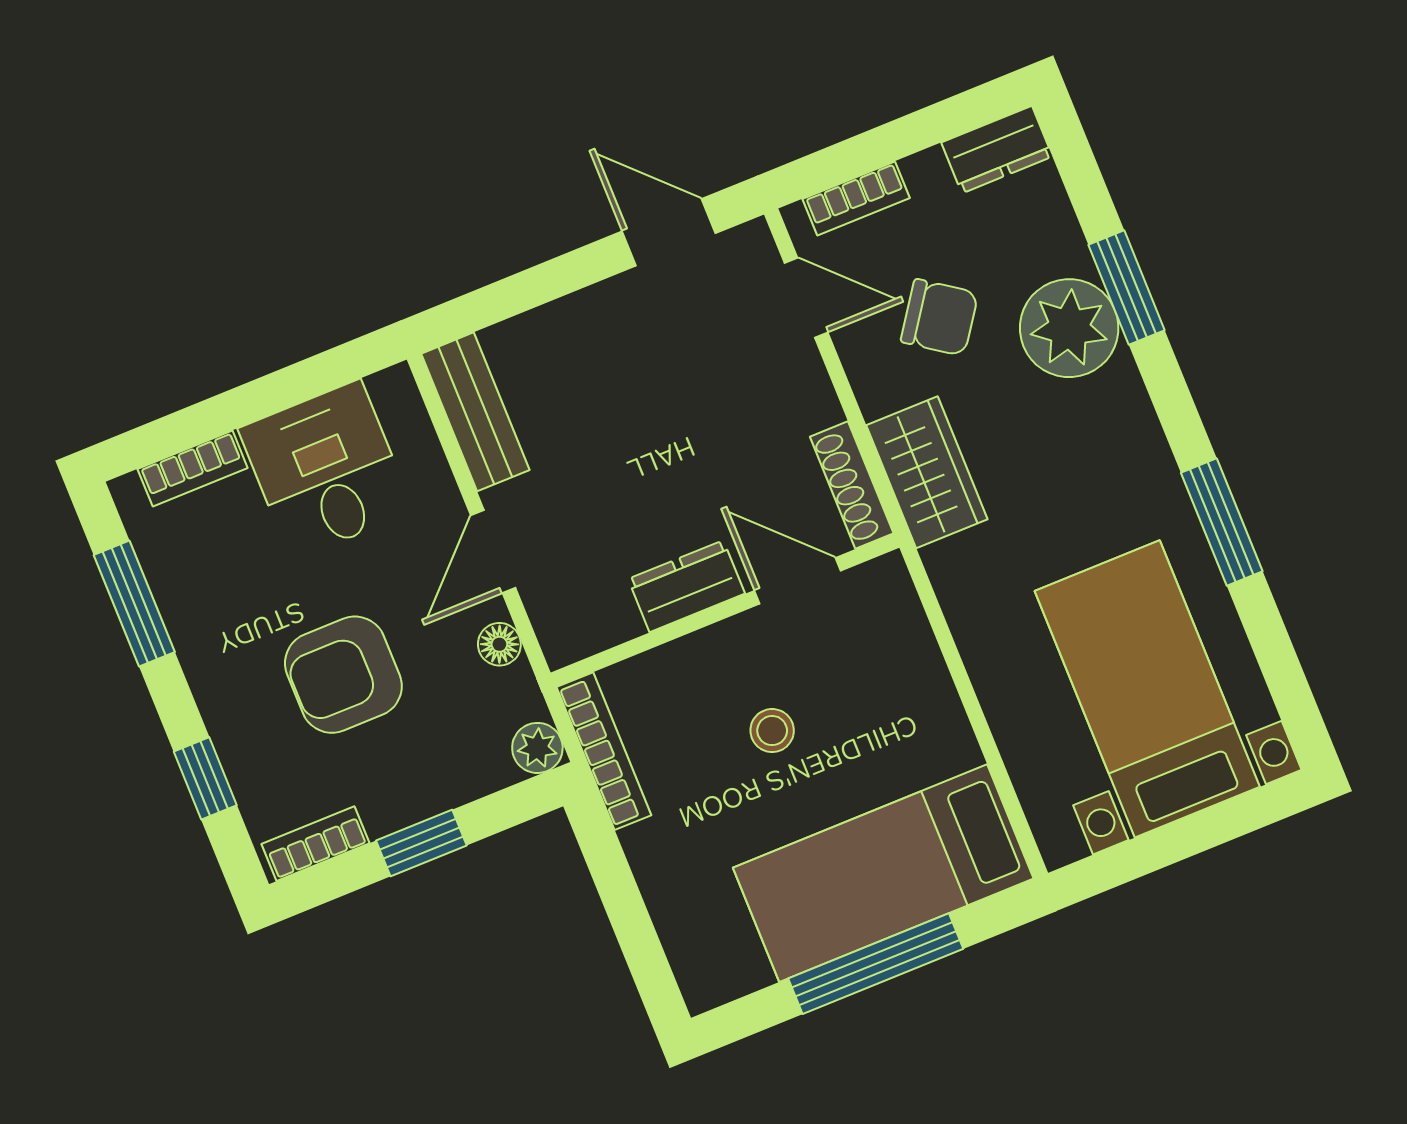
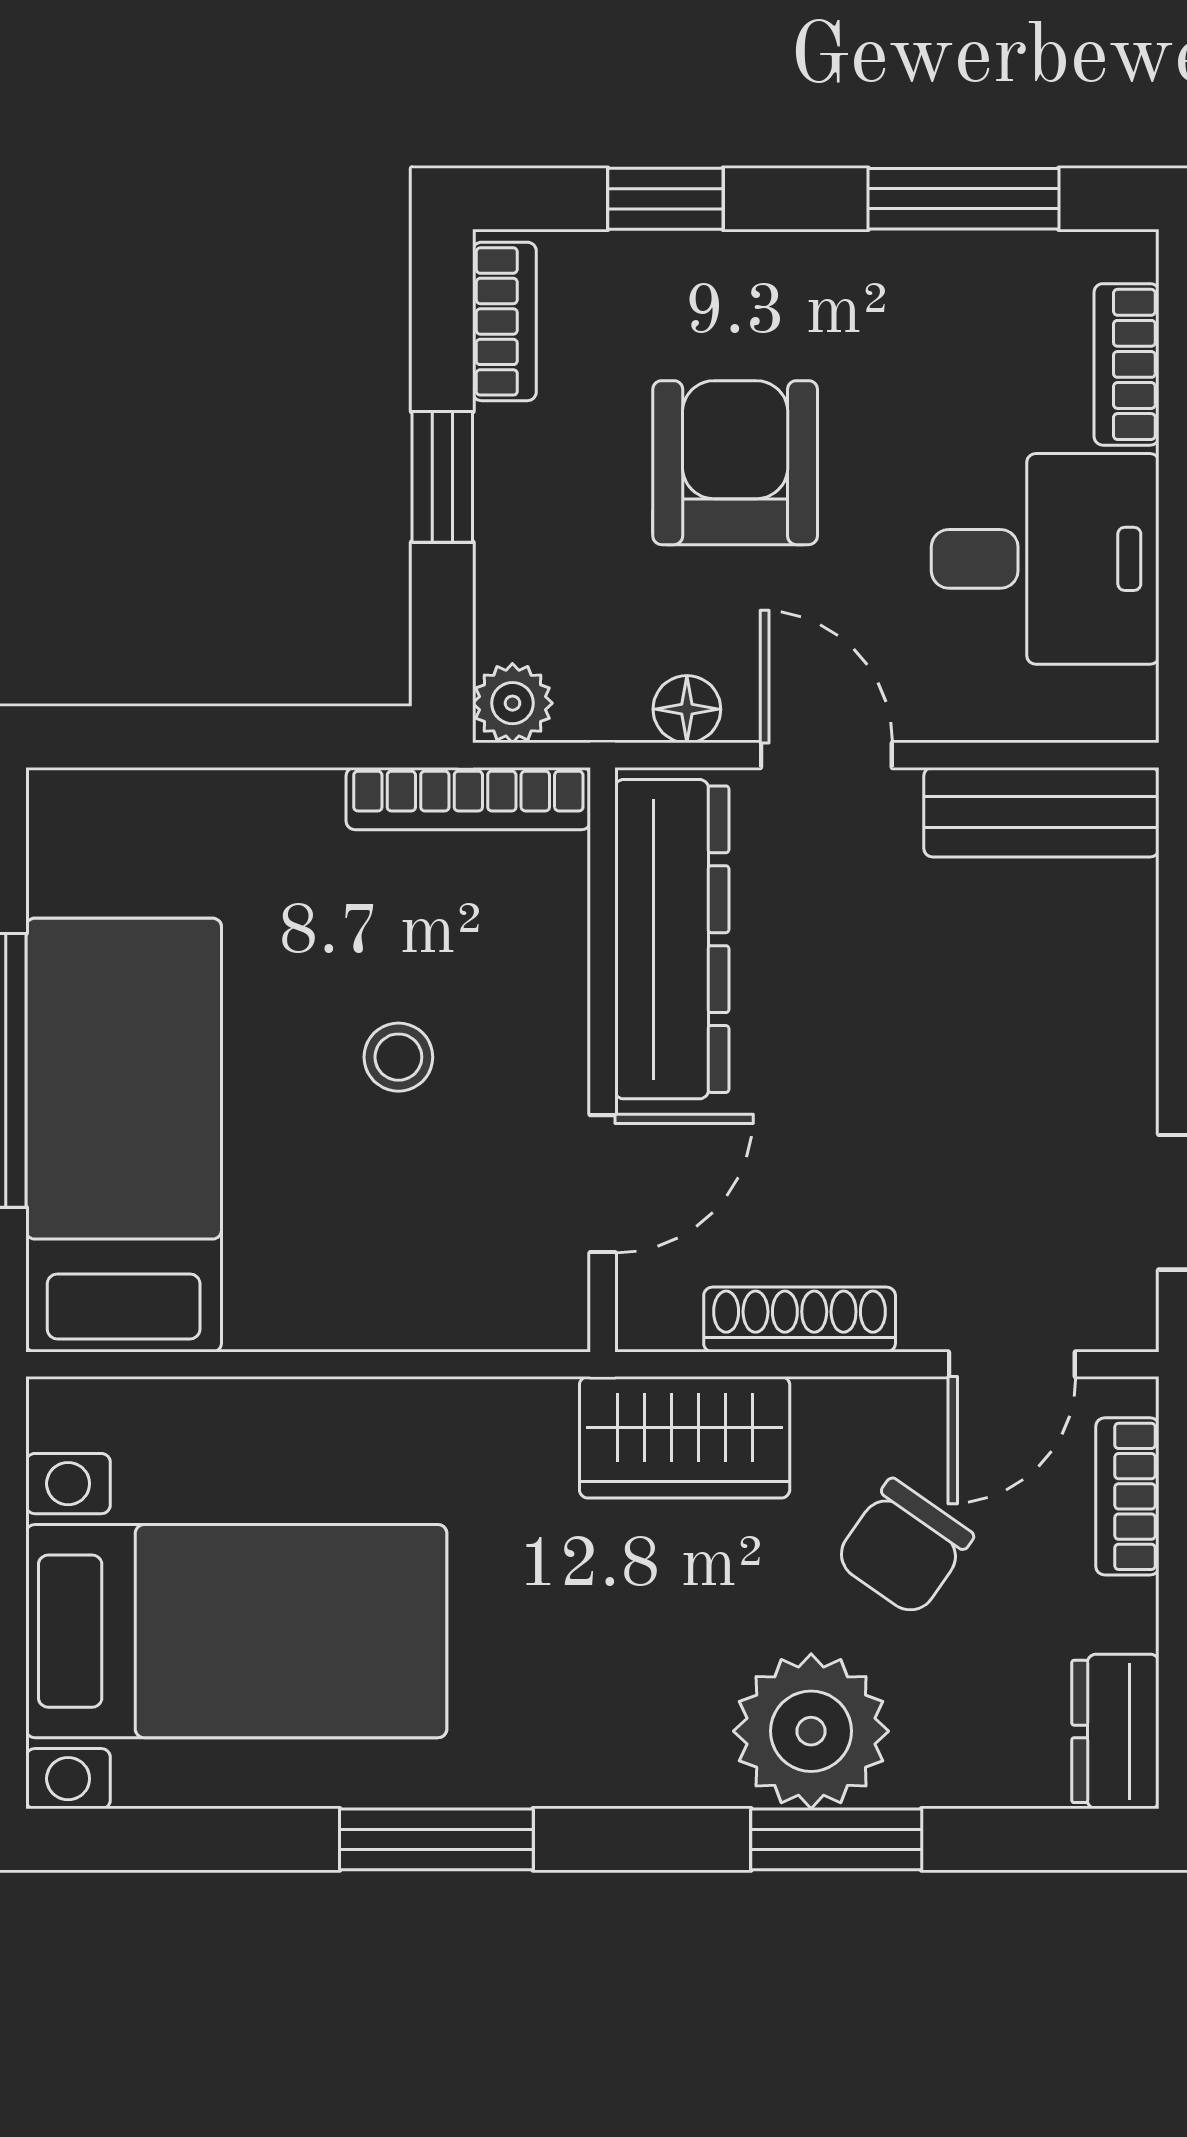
shoe rack: (852, 485) -> (800, 1319), moved
dresser: (686, 586) -> (672, 939), width x1.96, depth x1.24

